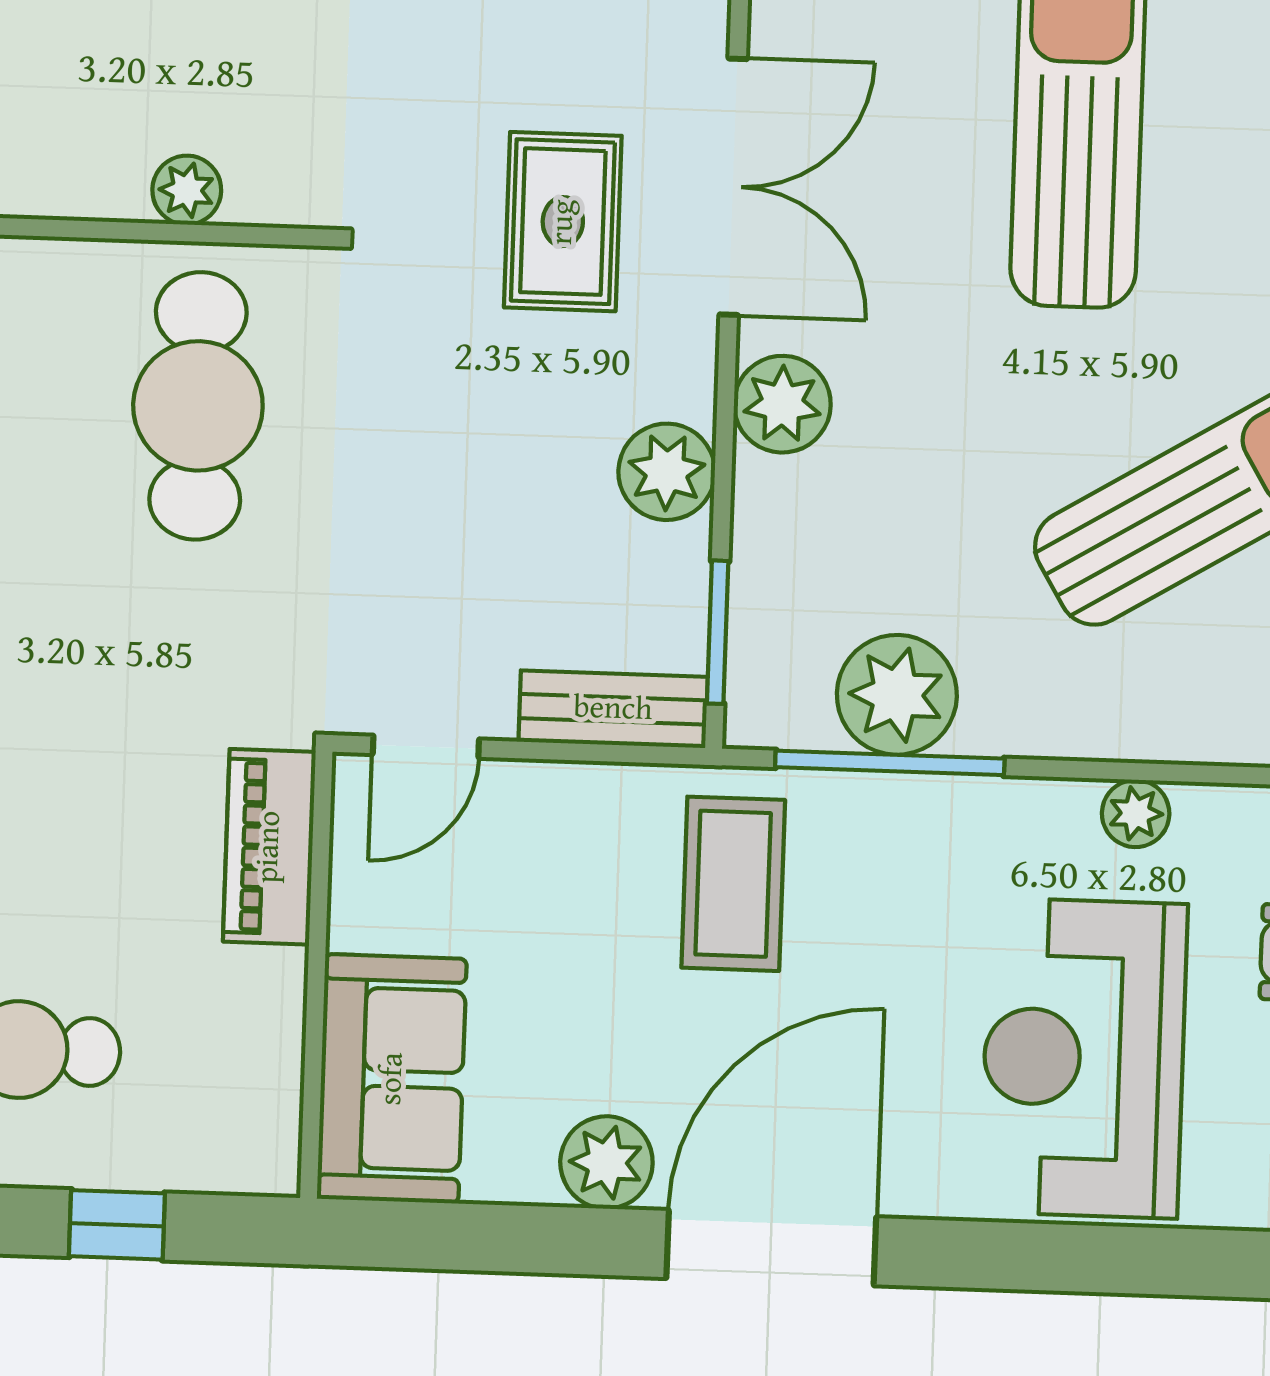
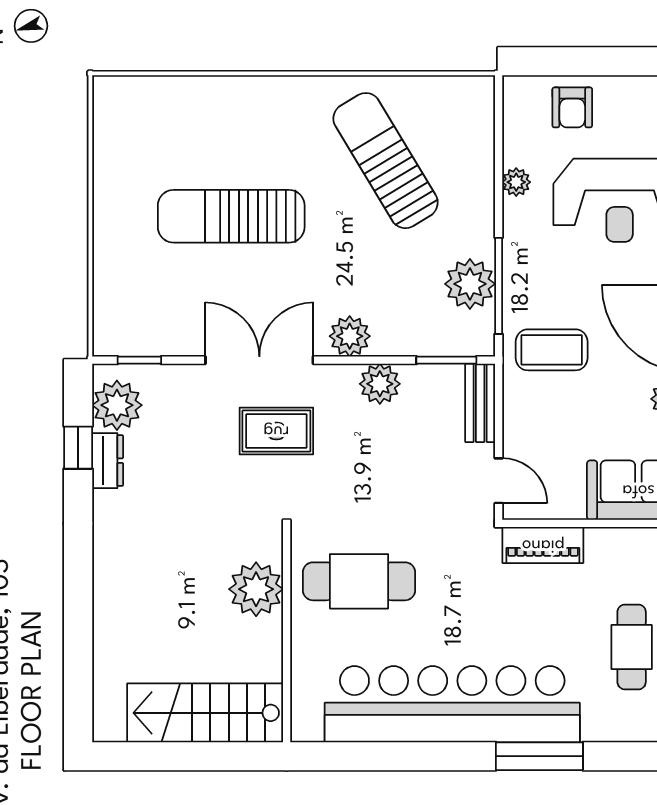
plant: (187, 190) -> (256, 589), width x1.88, depth x1.88

